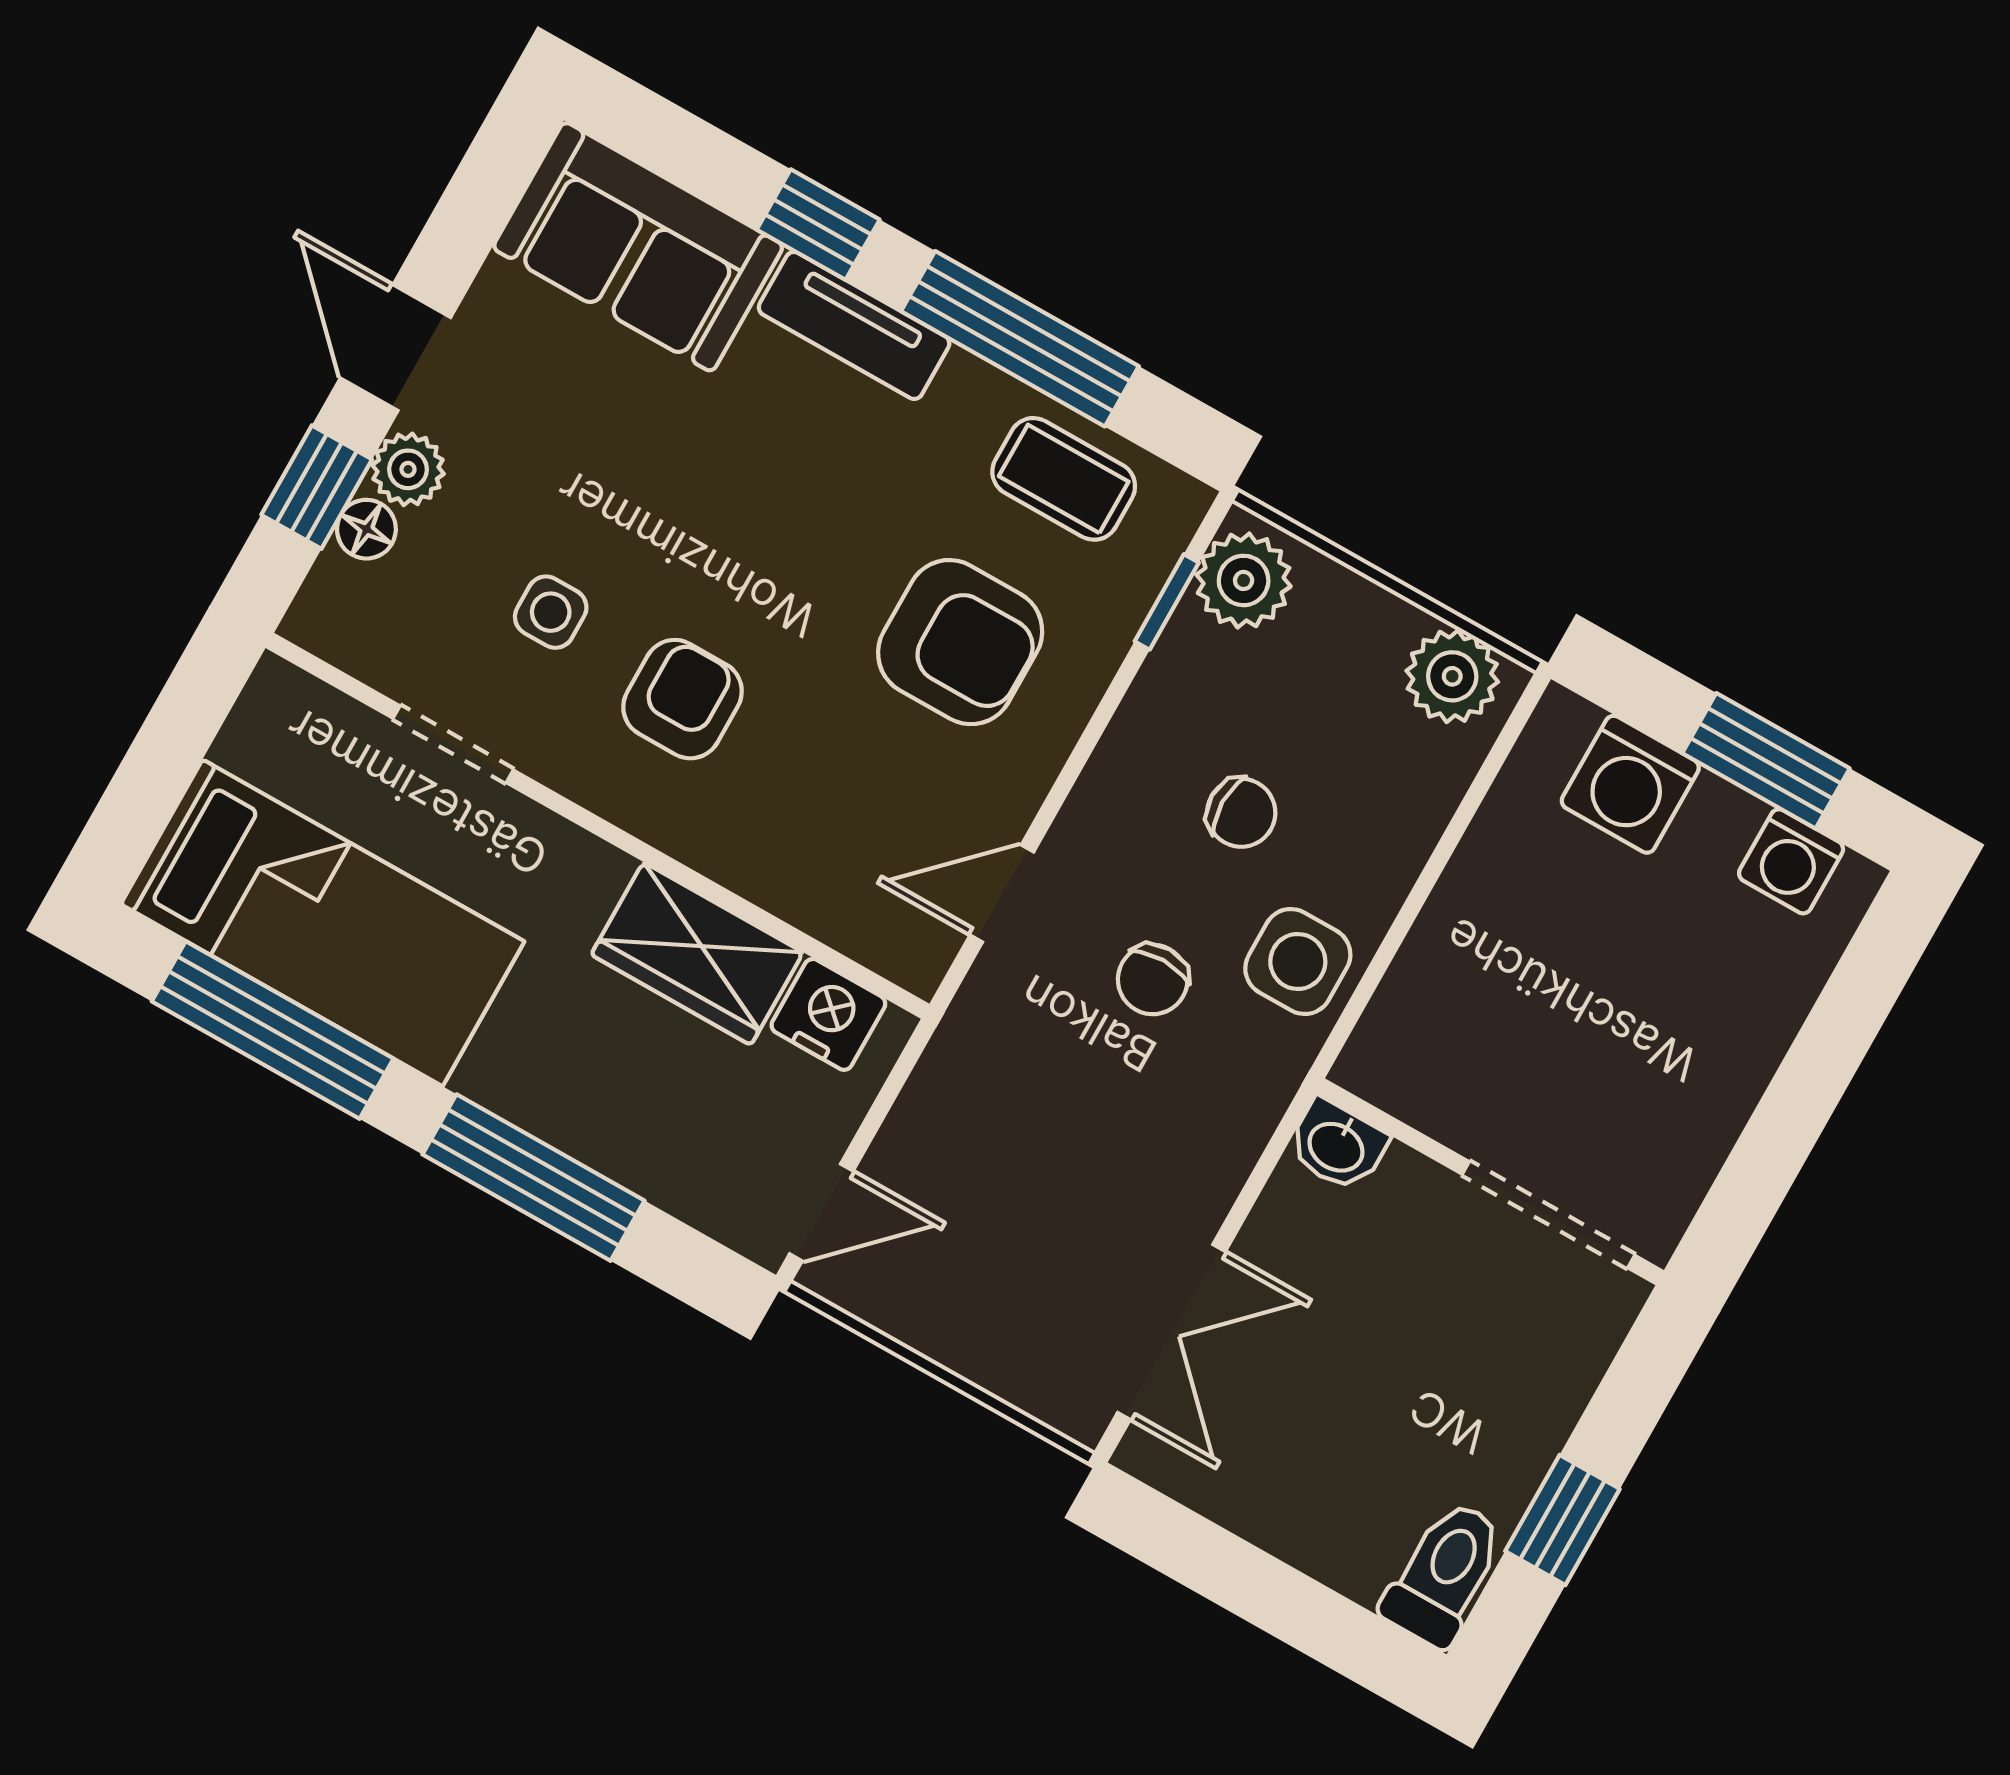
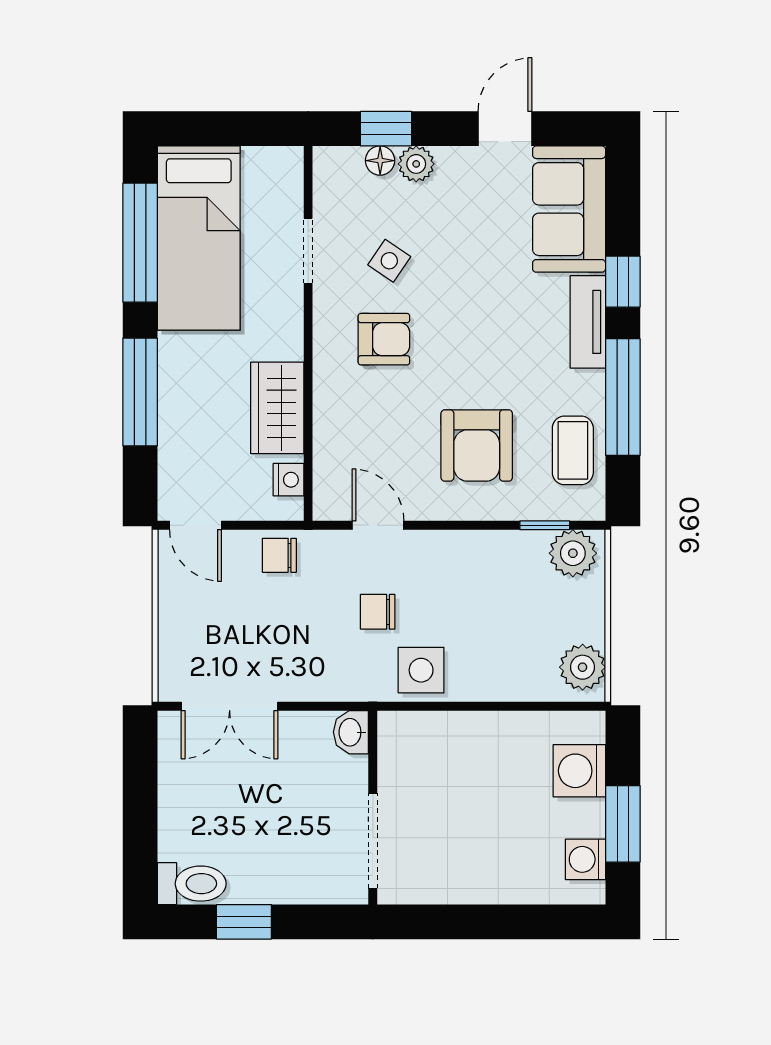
door: (396, 348) -> (505, 129), moved
side table: (551, 612) -> (389, 261), turned 34
chair: (1241, 813) -> (279, 555), moved, turned 90
nightstand: (828, 1014) -> (288, 480), width x0.72, depth x0.74

